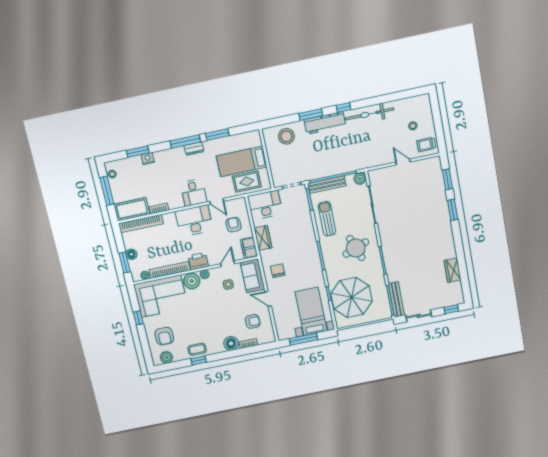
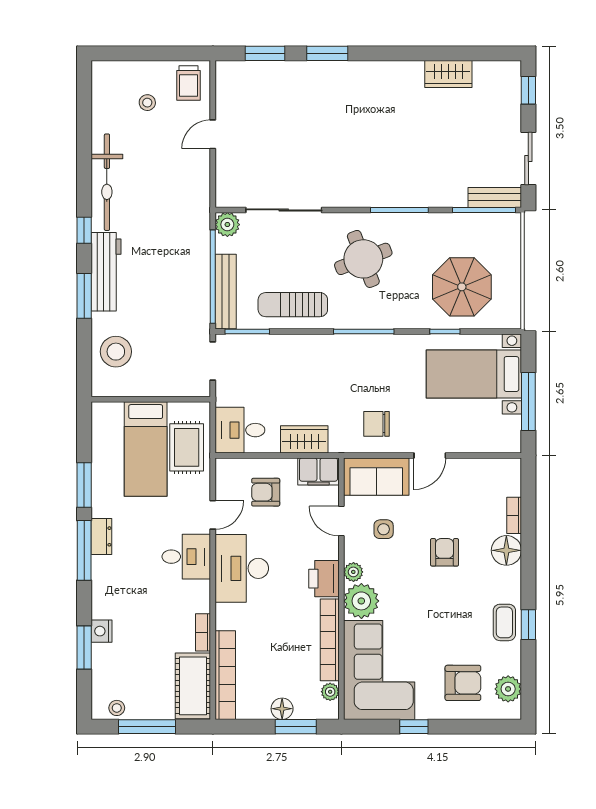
desk: (265, 205) -> (240, 430), width x0.73
parasol: (351, 297) -> (462, 287), width x0.73, depth x0.73
bench: (396, 299) -> (495, 197), width x0.73
armchair: (253, 321) -> (445, 552), moved

